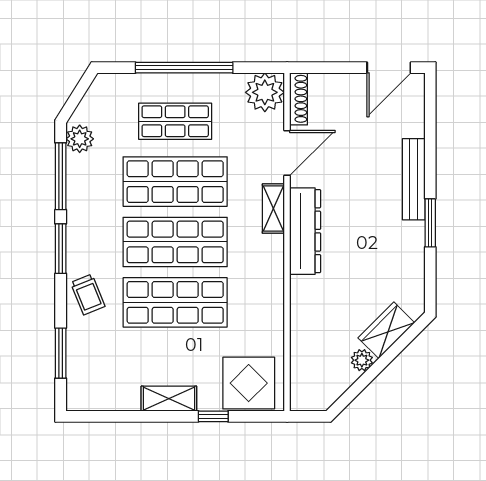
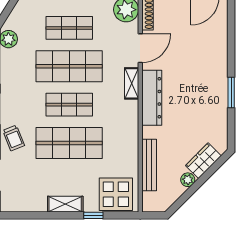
bench: (414, 179) -> (149, 165), moved
shop shelf: (175, 242) -> (69, 105), width x0.70, depth x0.74

